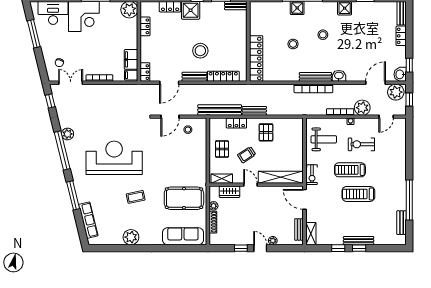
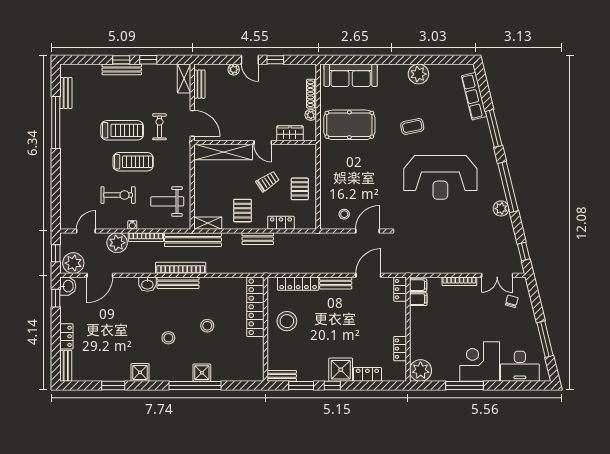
stool: (200, 51) -> (287, 321), moved
filing cabinet: (131, 59) -> (418, 299), width x0.50
bench: (220, 110) -> (193, 240), moved
exercise bike: (312, 175) -> (159, 127), moved
shelving: (222, 179) -> (208, 223), moved

